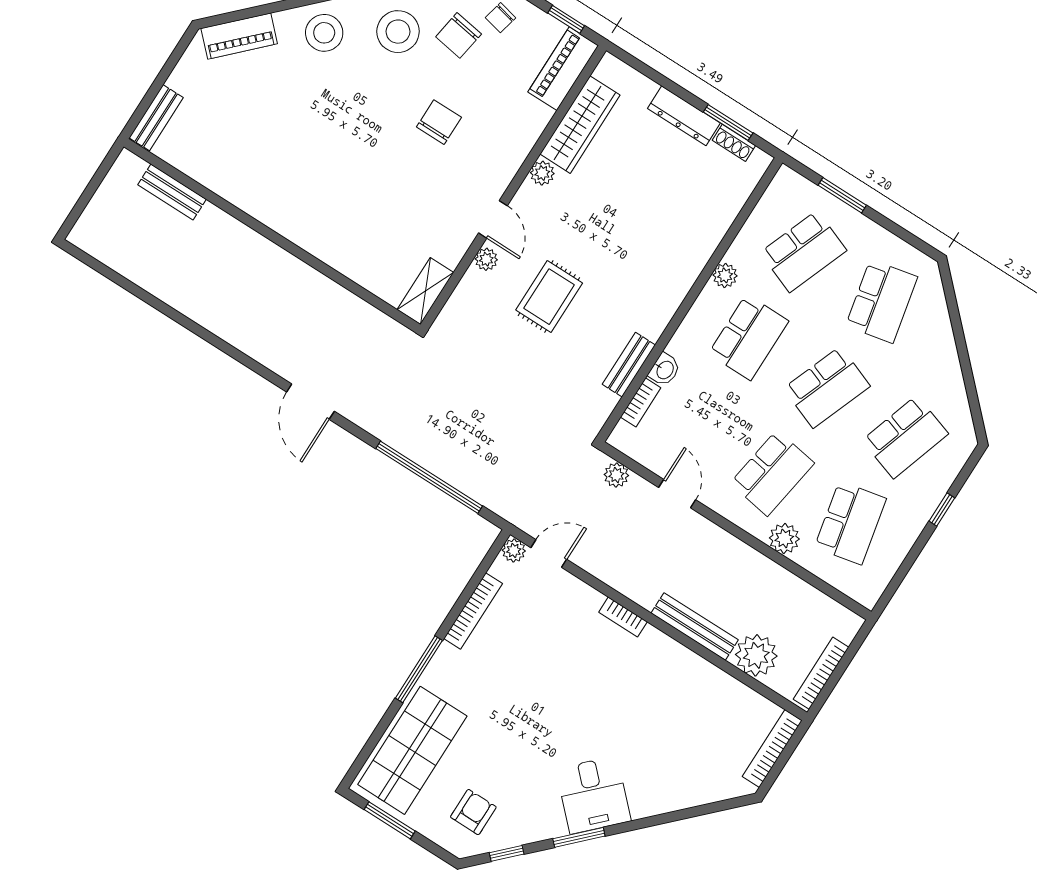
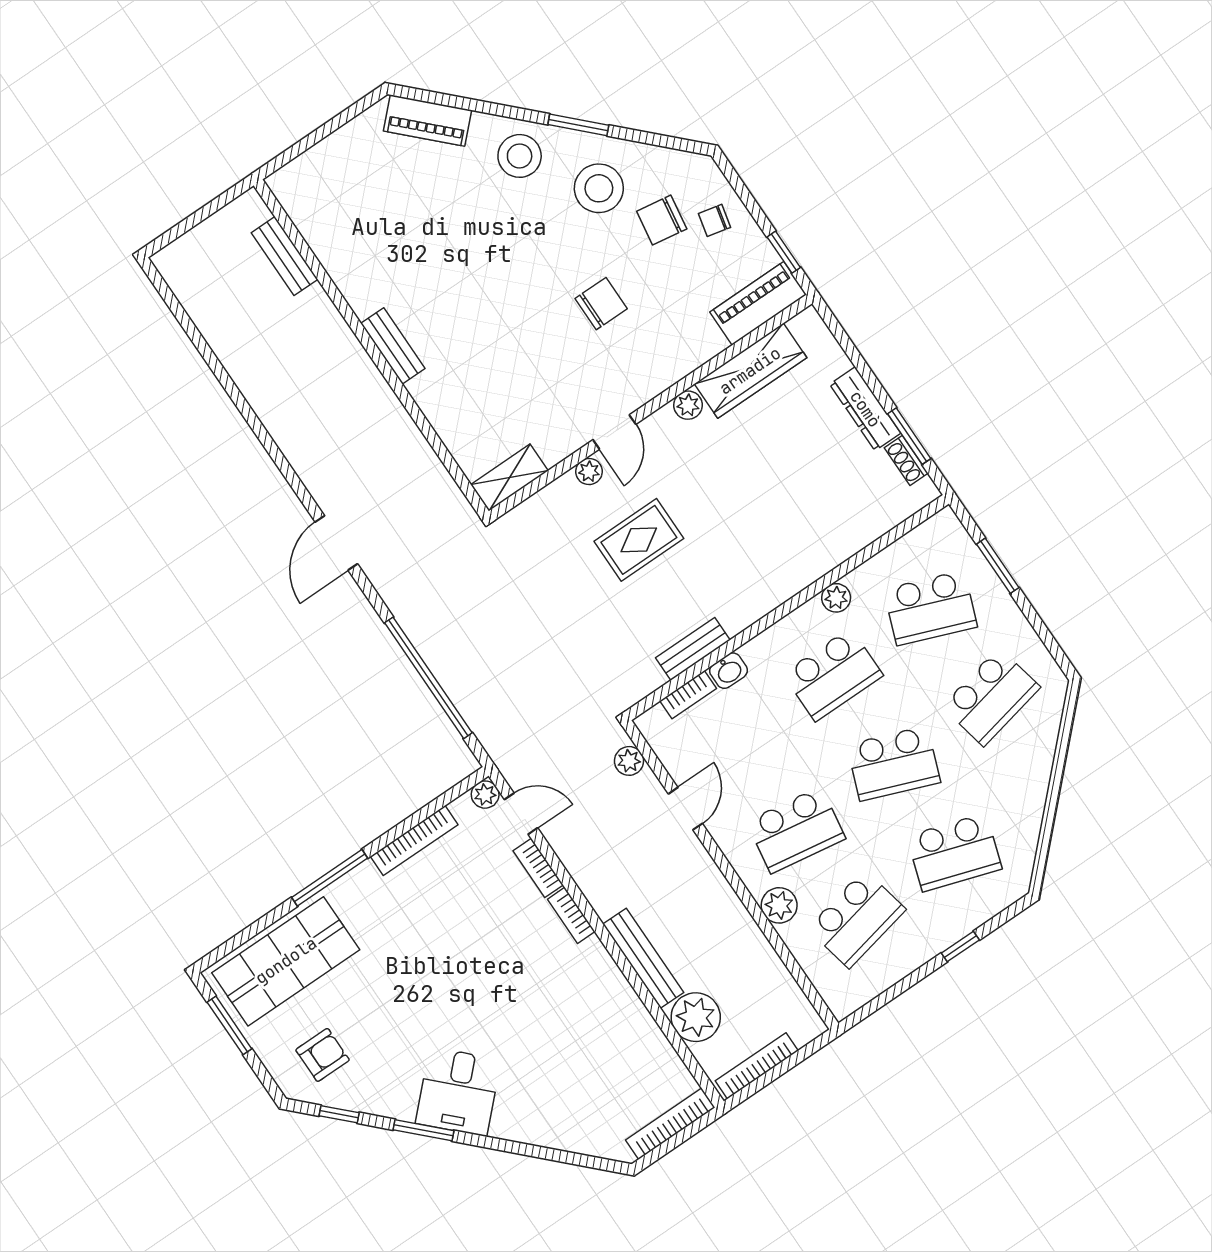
bench: (156, 118) -> (393, 346), moved, turned 90
bookcase: (581, 591) -> (538, 868), added

